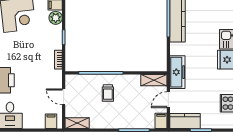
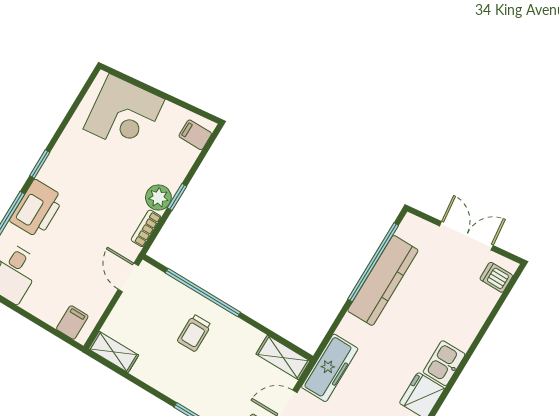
plant: (56, 18) -> (158, 197), moved
door: (64, 97) -> (128, 278), moved

